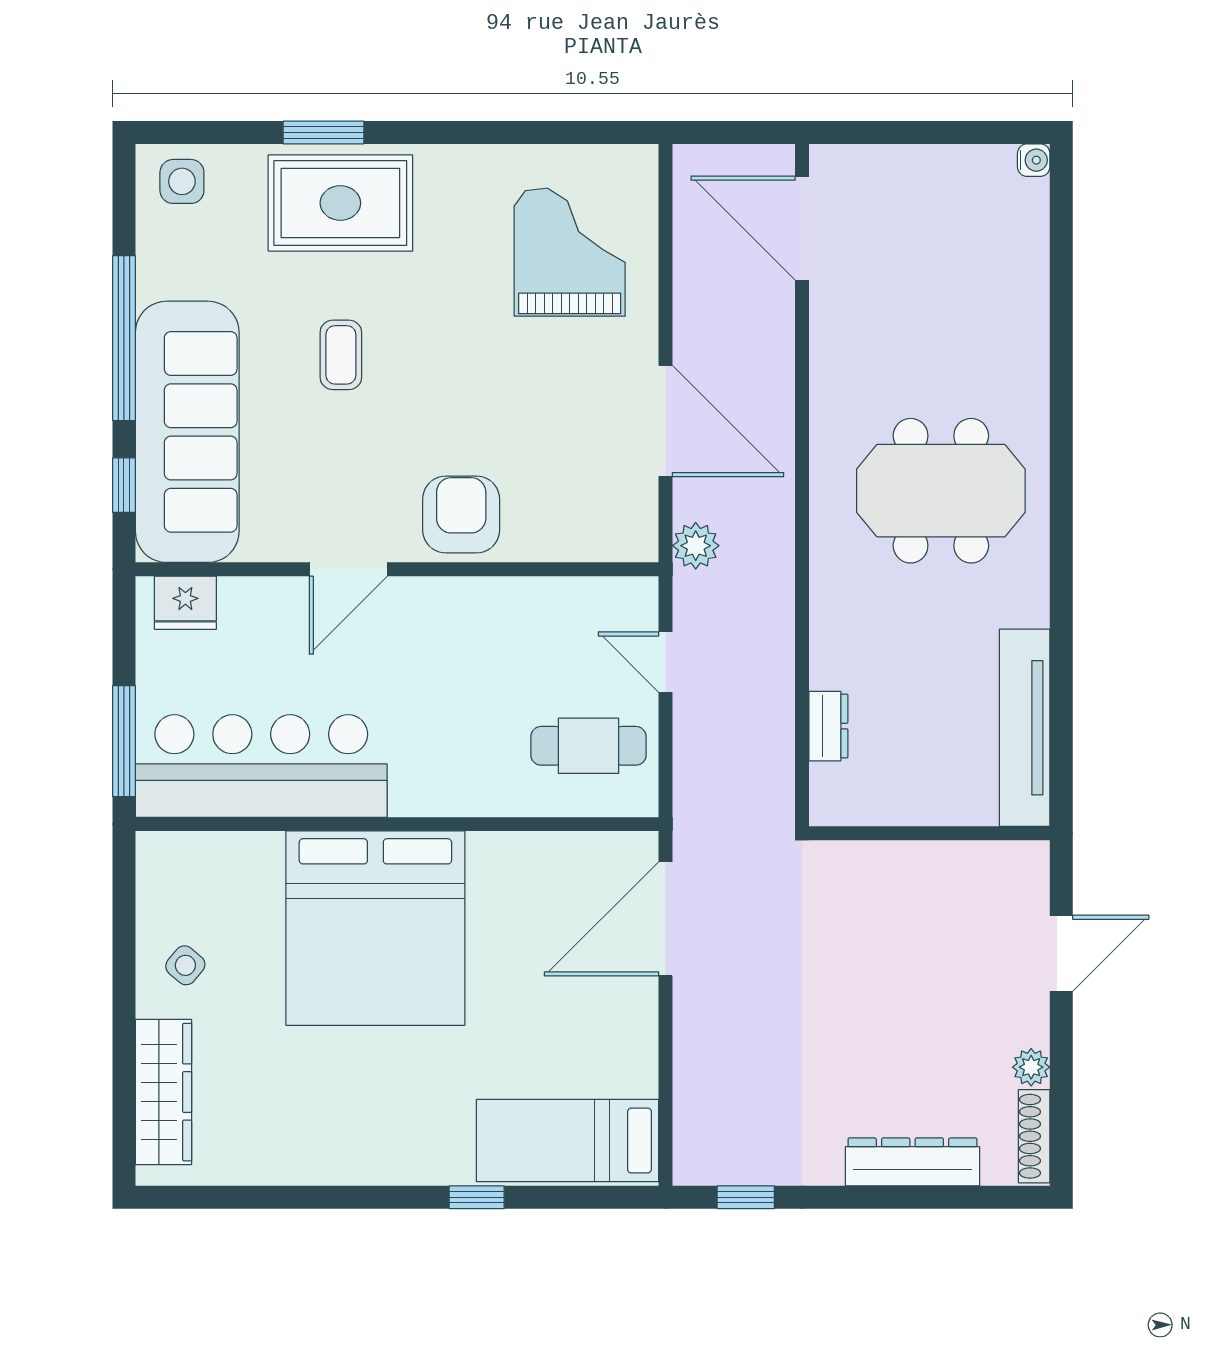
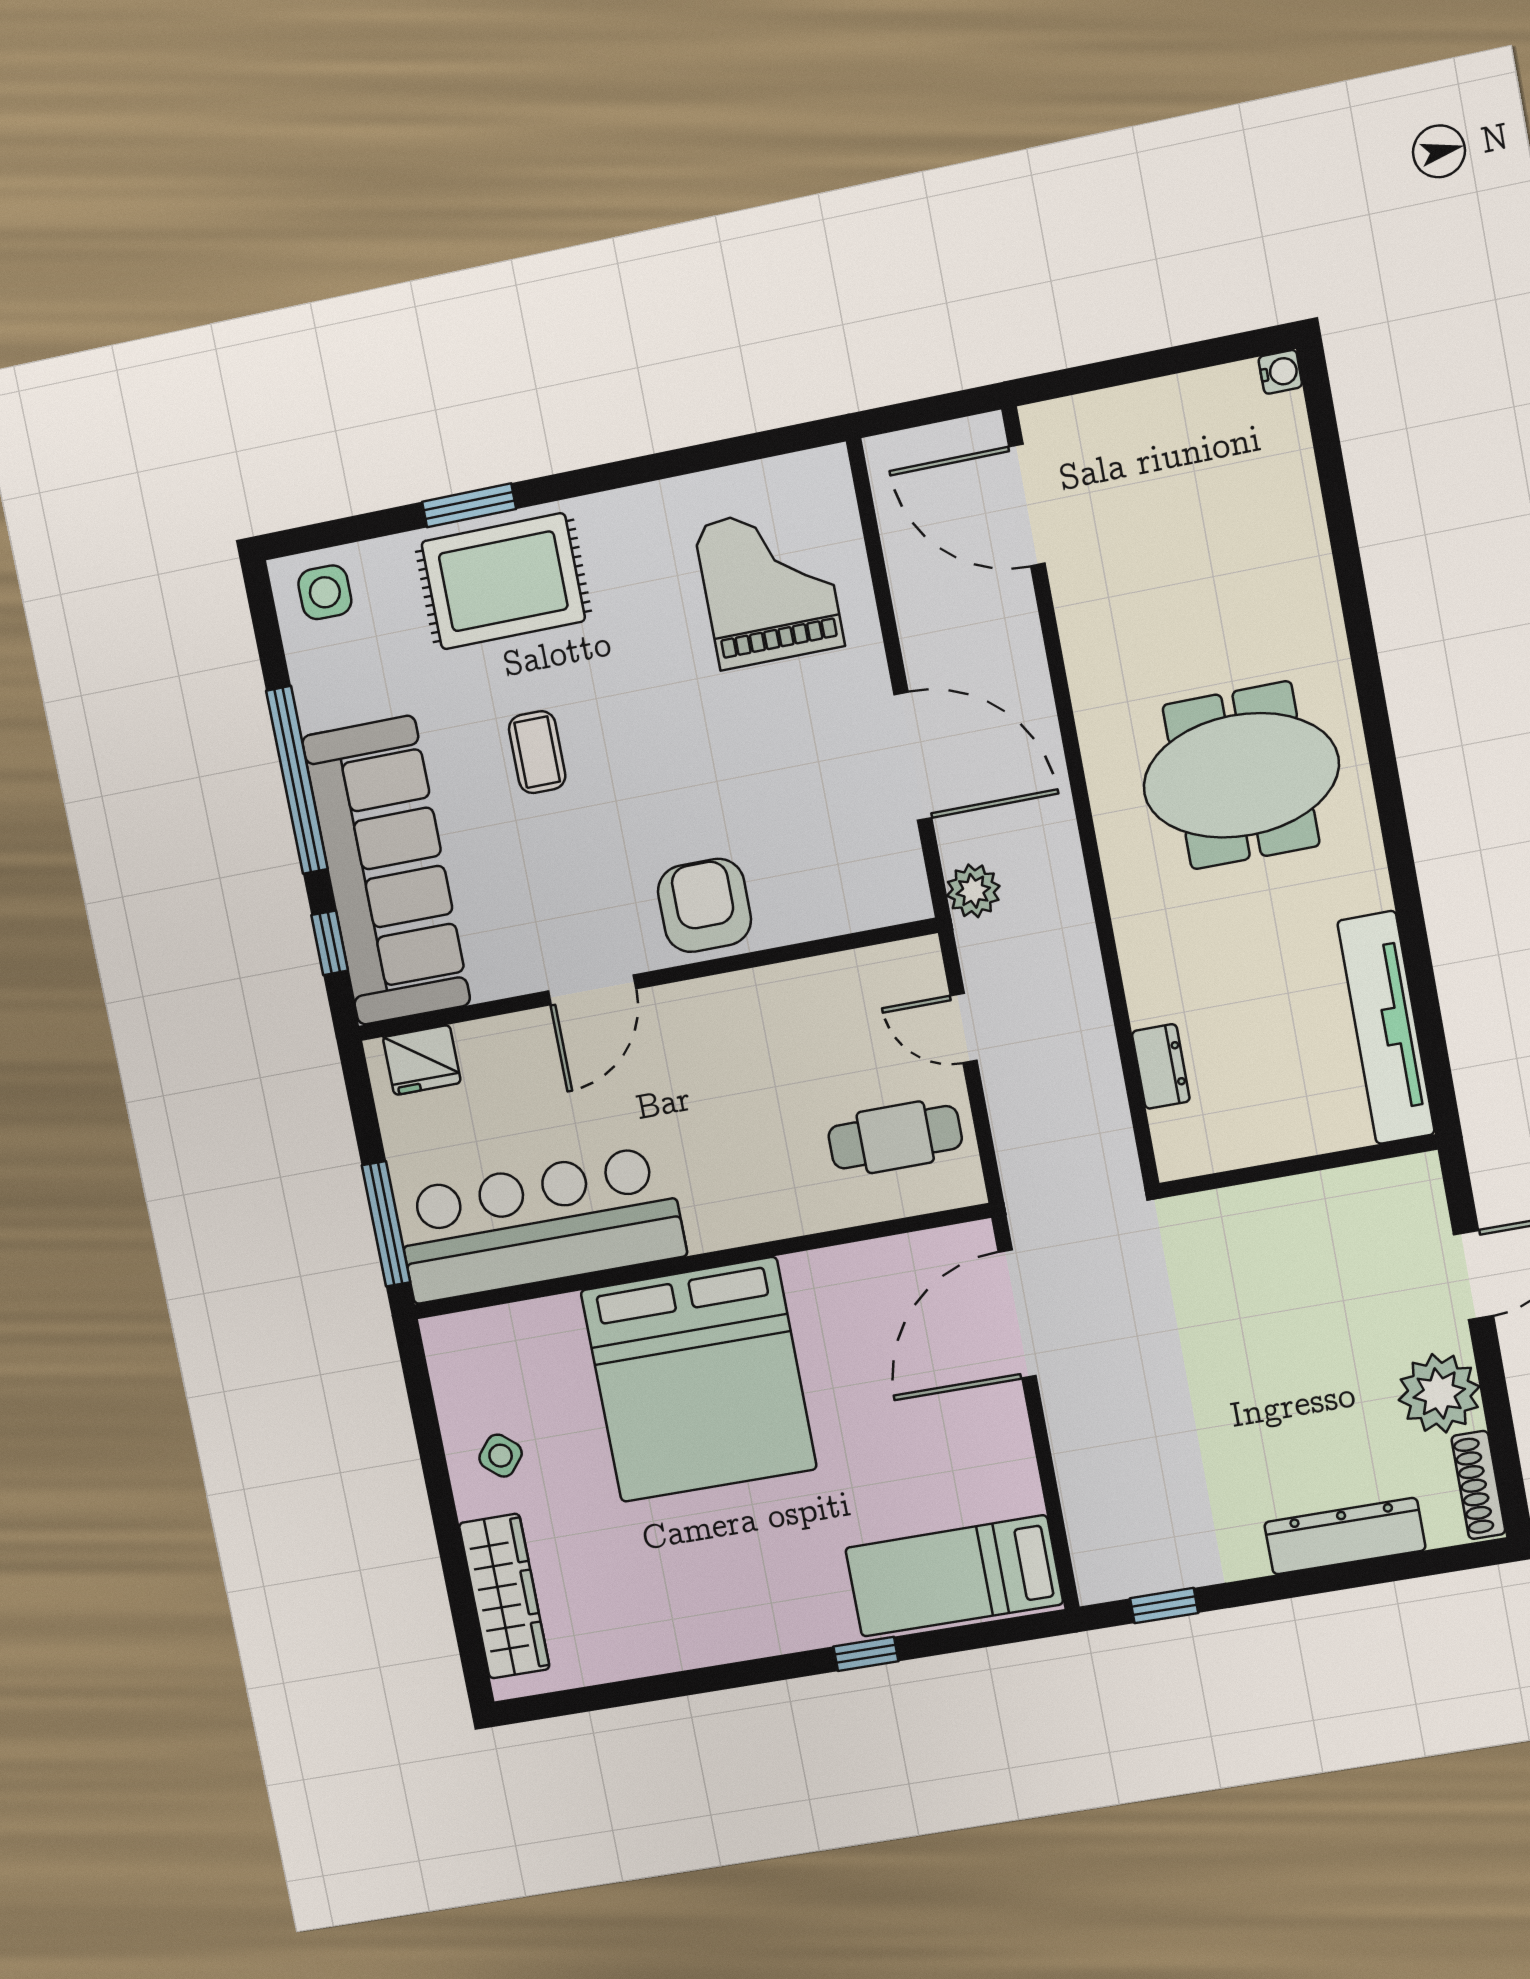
plant: (1031, 1067) -> (1439, 1393), width x1.88, depth x1.88

